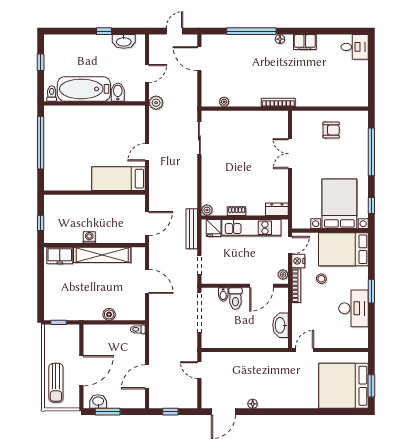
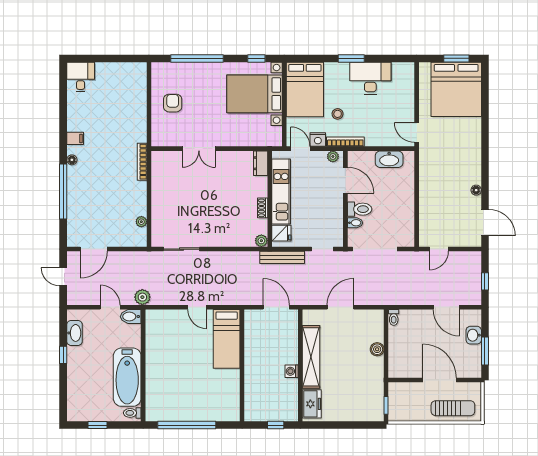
filing cabinet: (305, 42) -> (75, 138), width x0.50
bidet: (118, 92) -> (131, 317), moved
washbasin: (98, 401) -> (474, 335), moved

